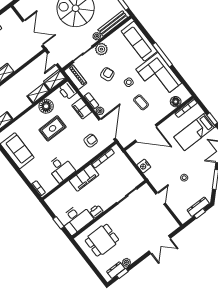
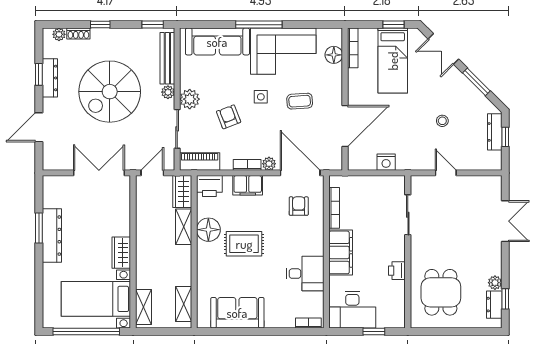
door: (53, 59) -> (152, 173), swing flipped
rug: (53, 128) -> (244, 244), turned 90
desk: (76, 219) -> (352, 310), moved, turned 90

